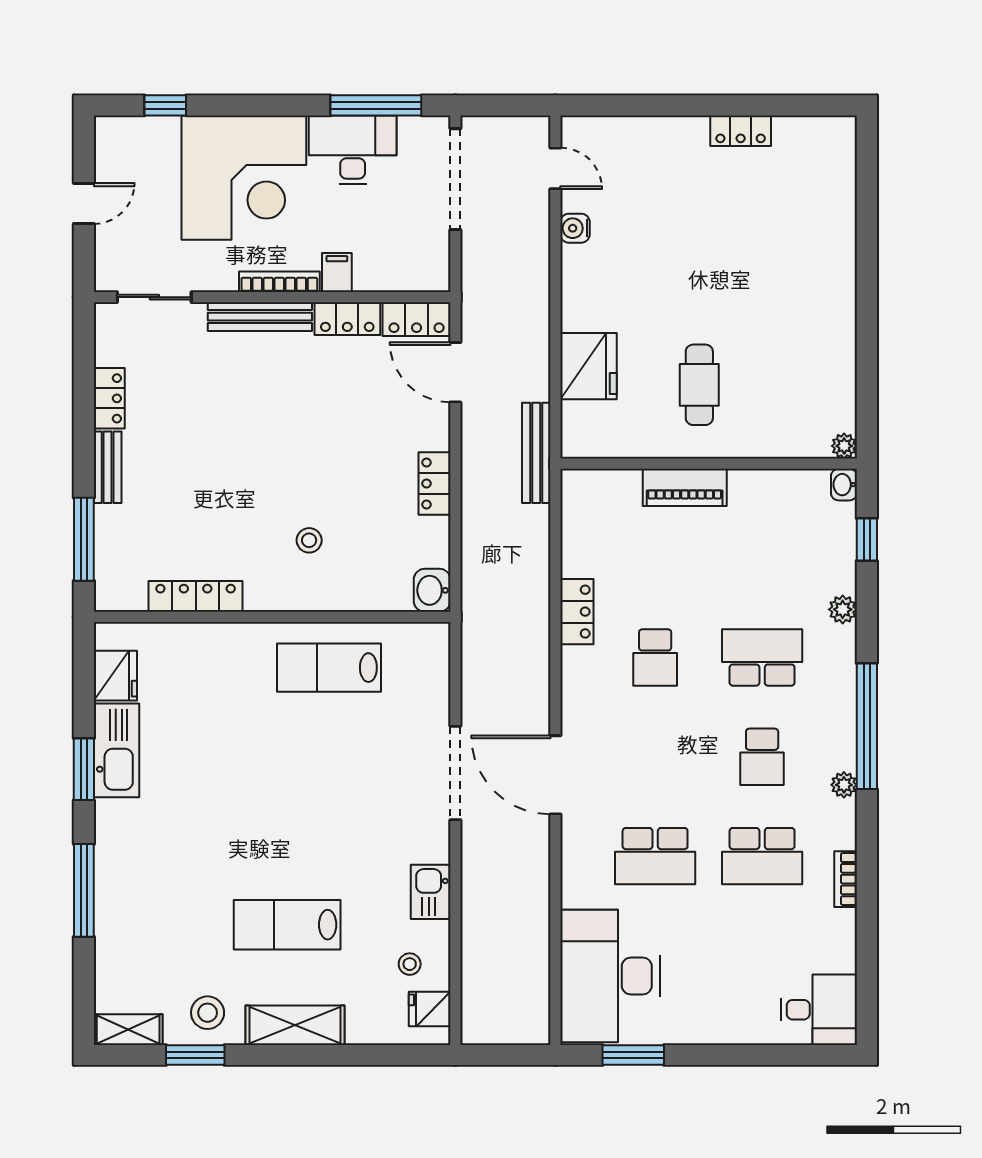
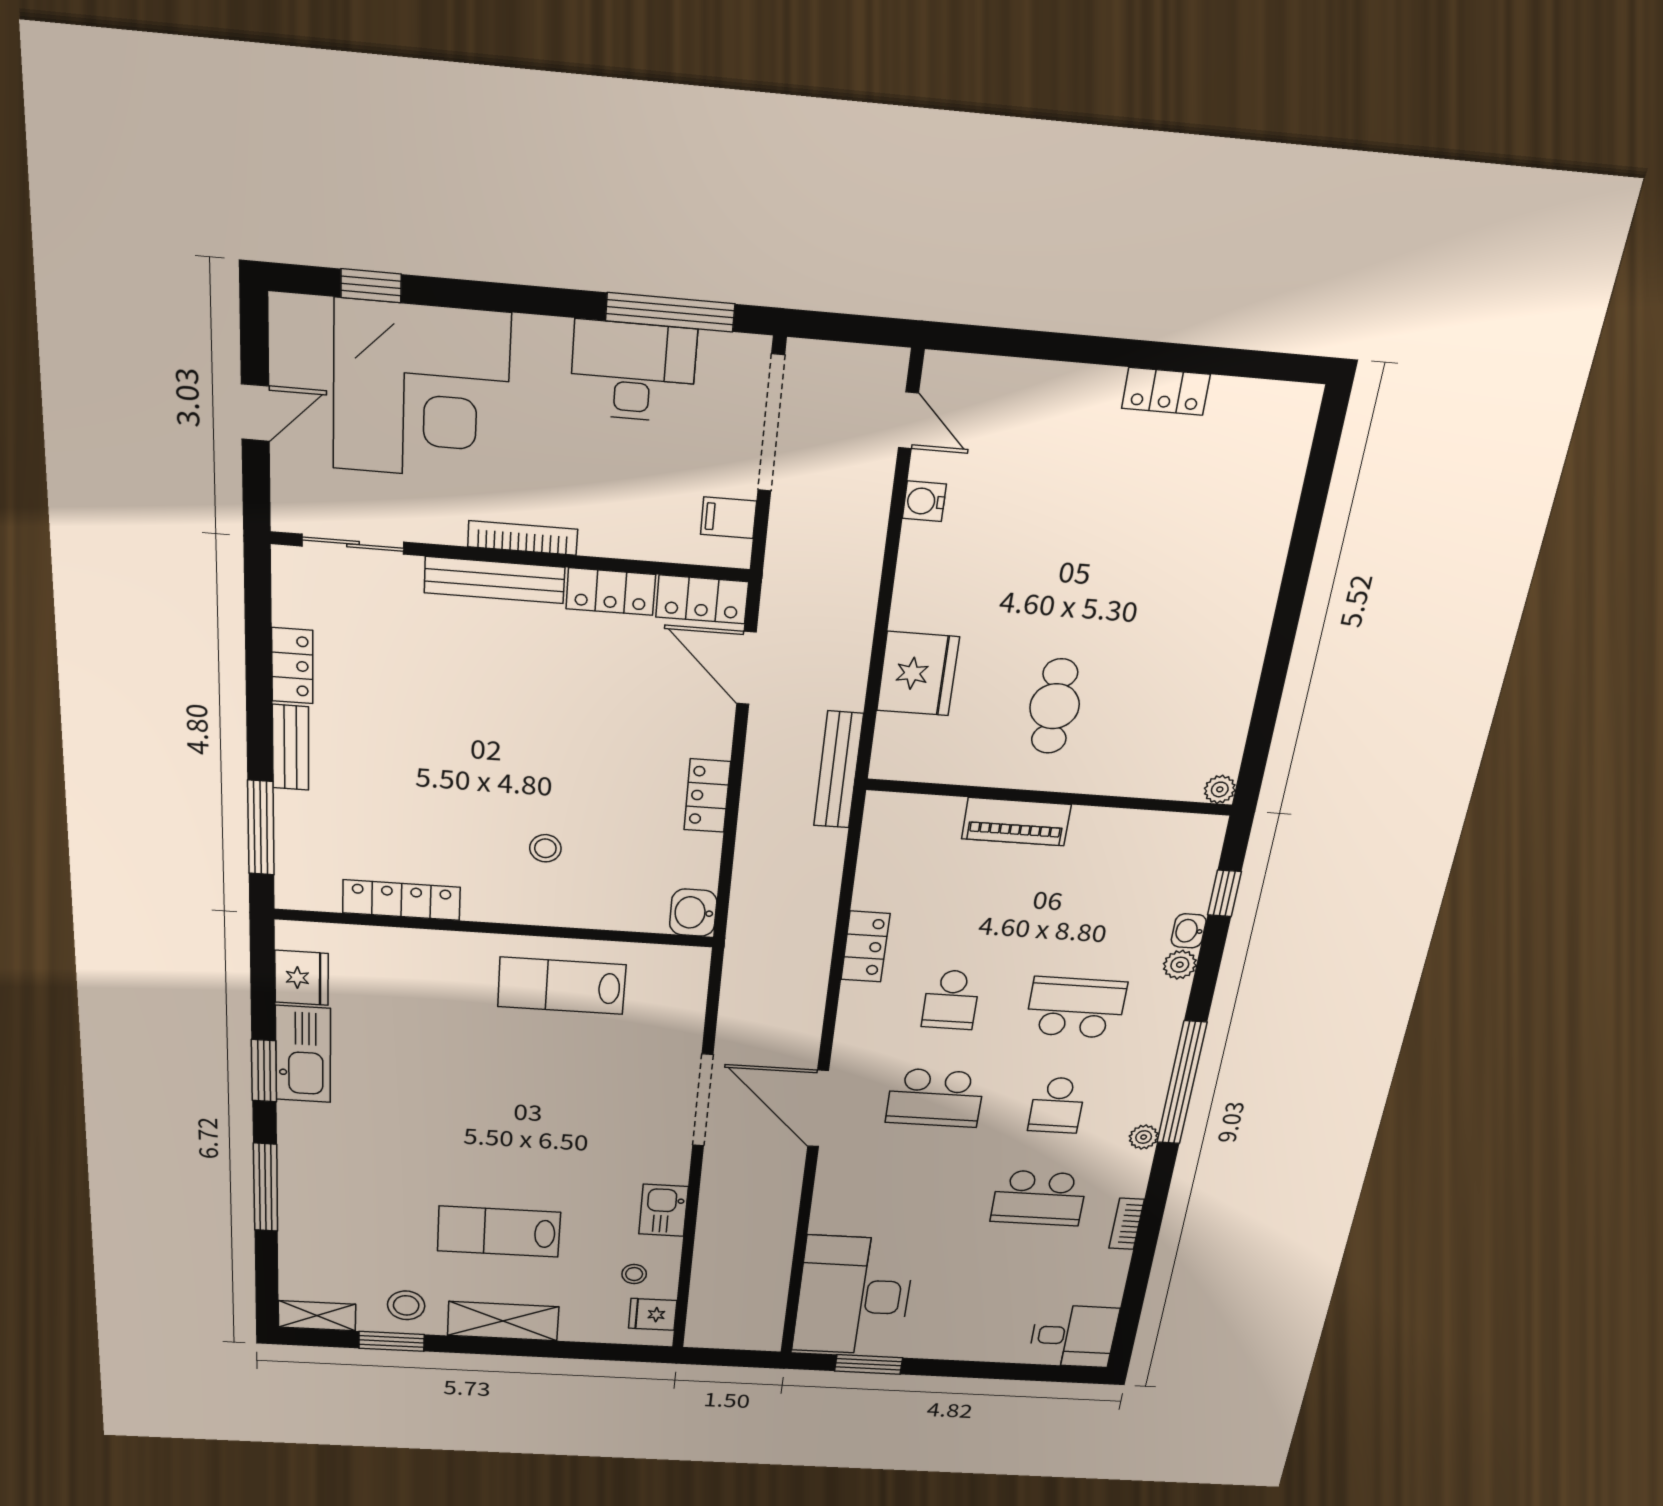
corner desk: (244, 178) -> (421, 391), moved
filing cabinet: (337, 272) -> (729, 518), moved, turned -90
washbasin: (844, 485) -> (1189, 931), moved
school desk: (655, 856) -> (935, 1098), moved

